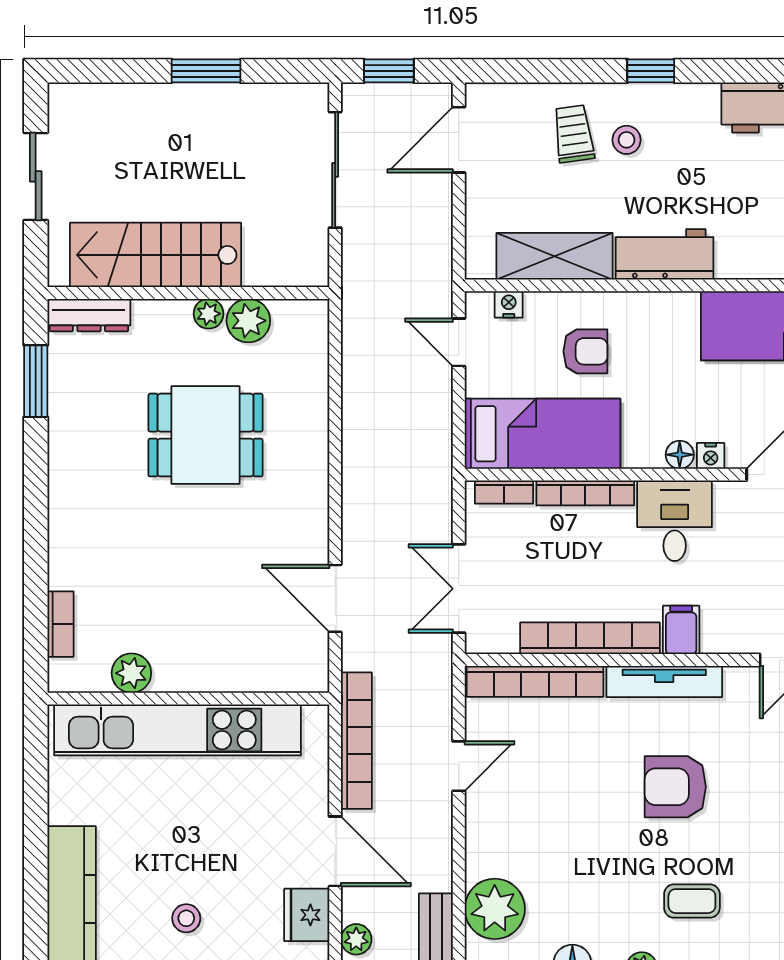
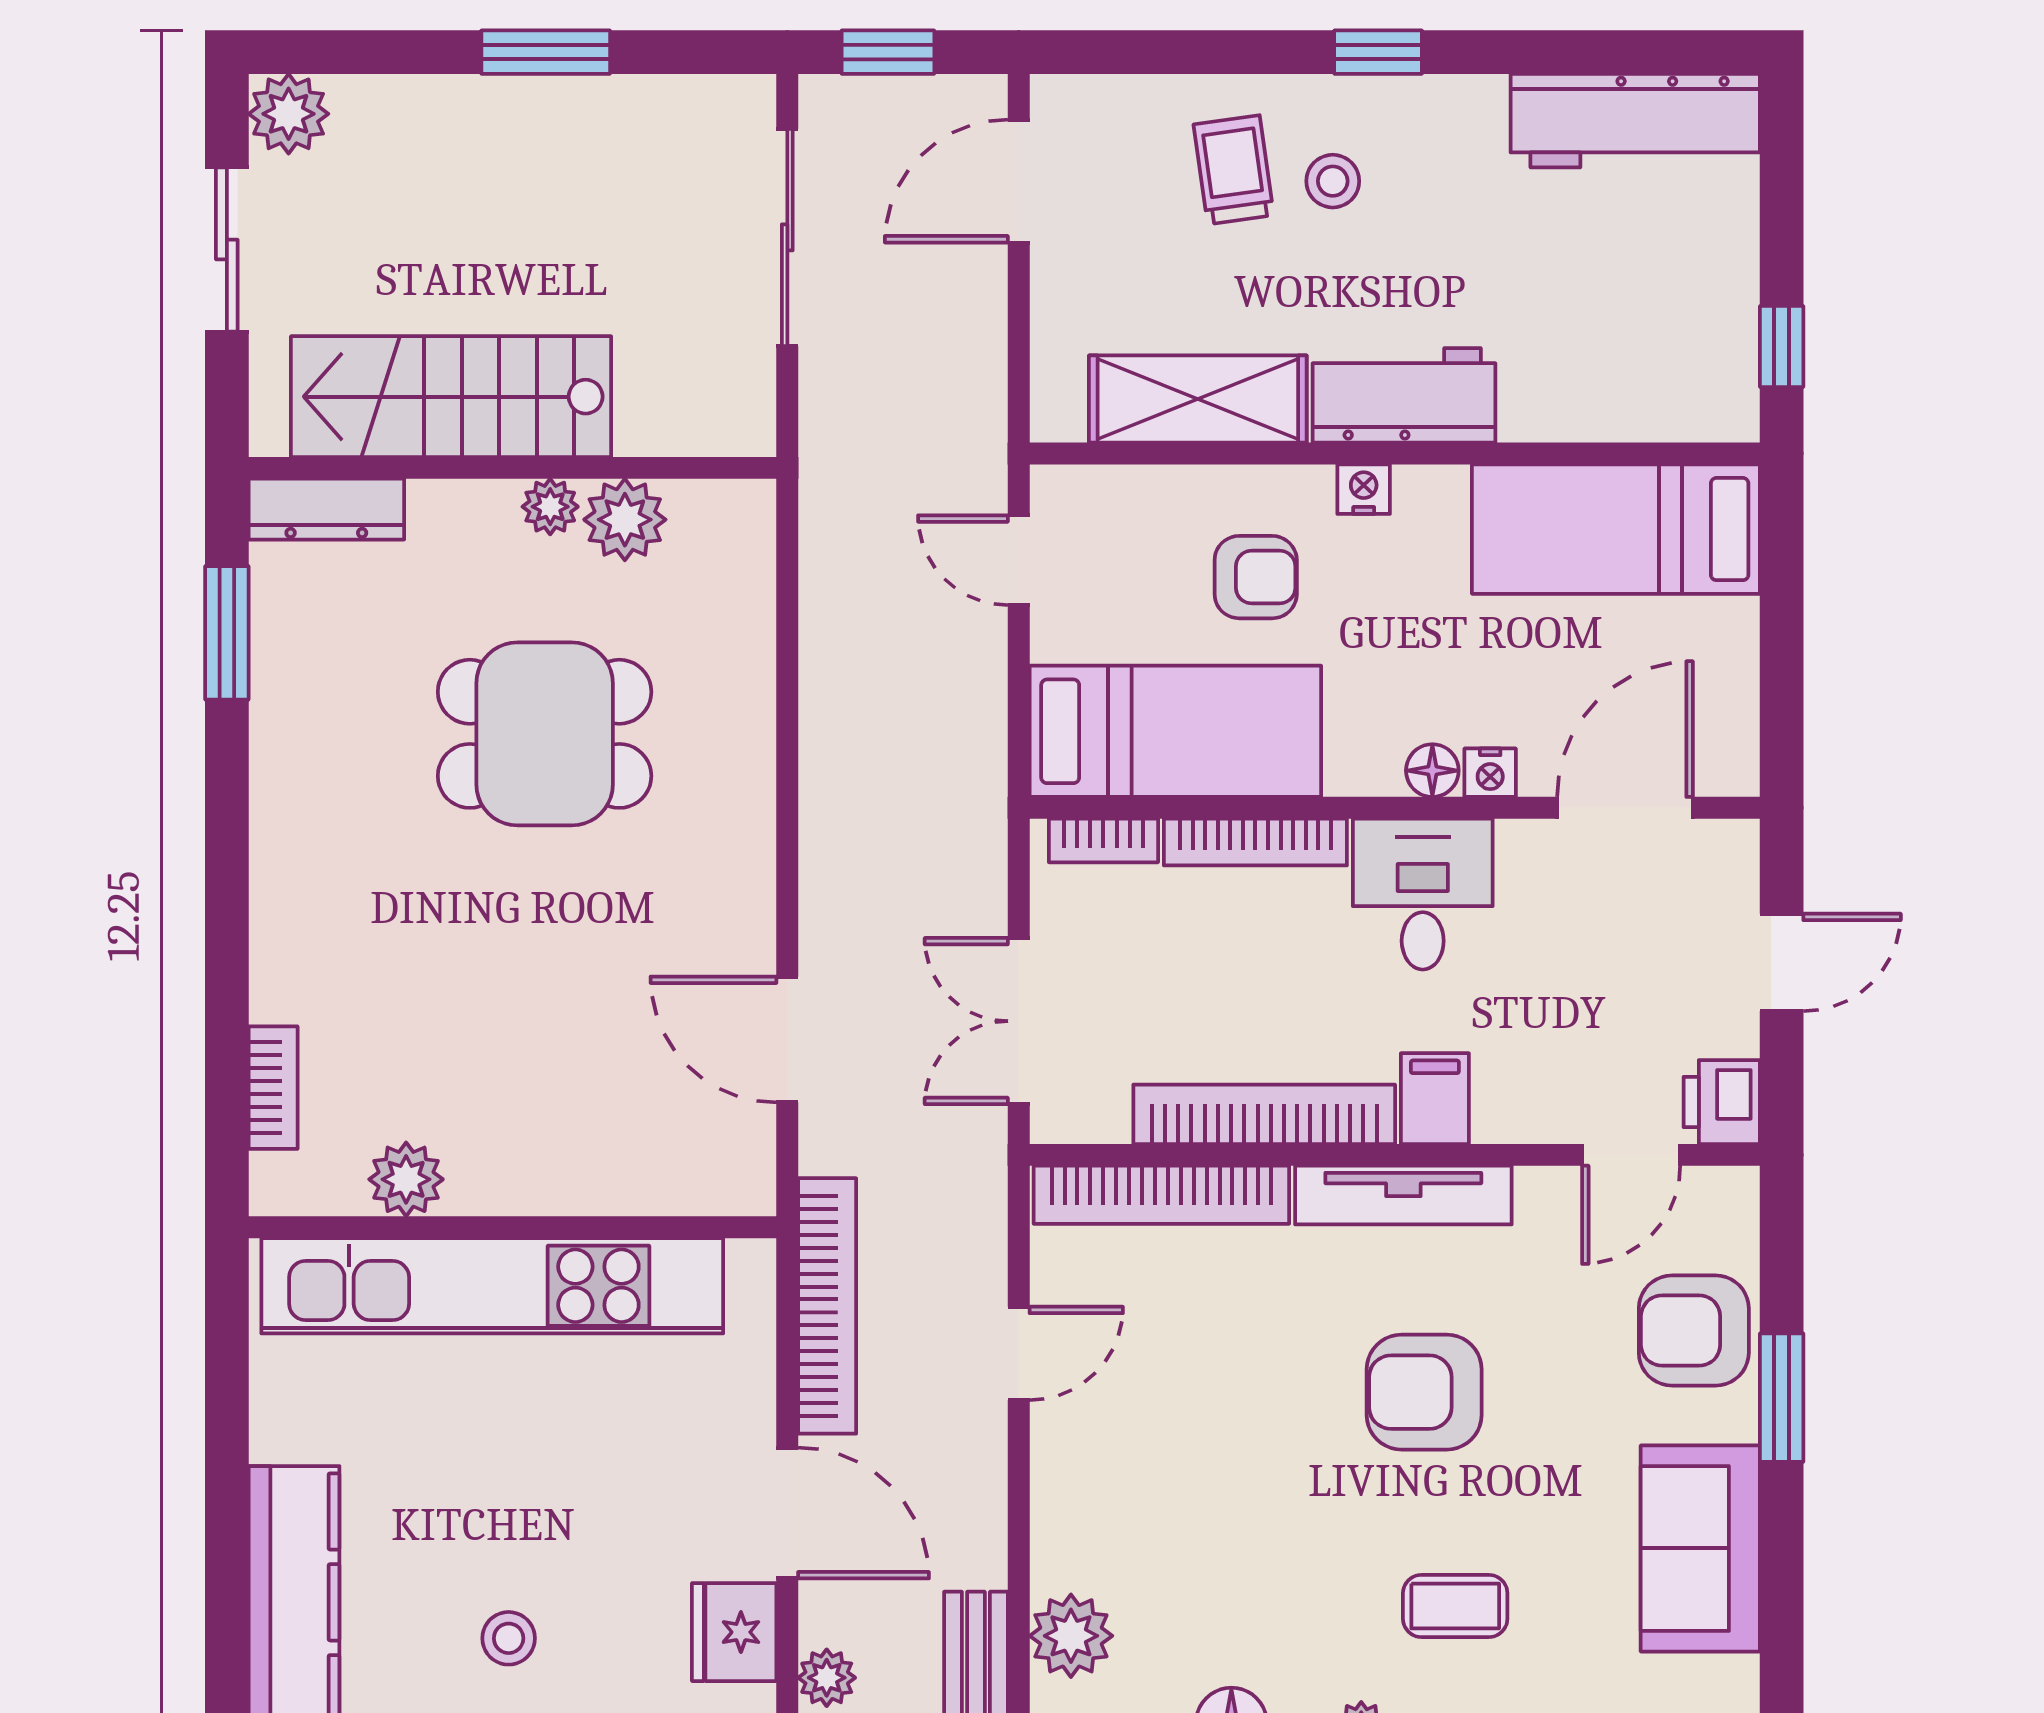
plant: (69, 104) -> (289, 114), added
nightstand: (509, 304) -> (1364, 489), moved
plant: (495, 909) -> (1071, 1636), width x0.73, depth x0.73

